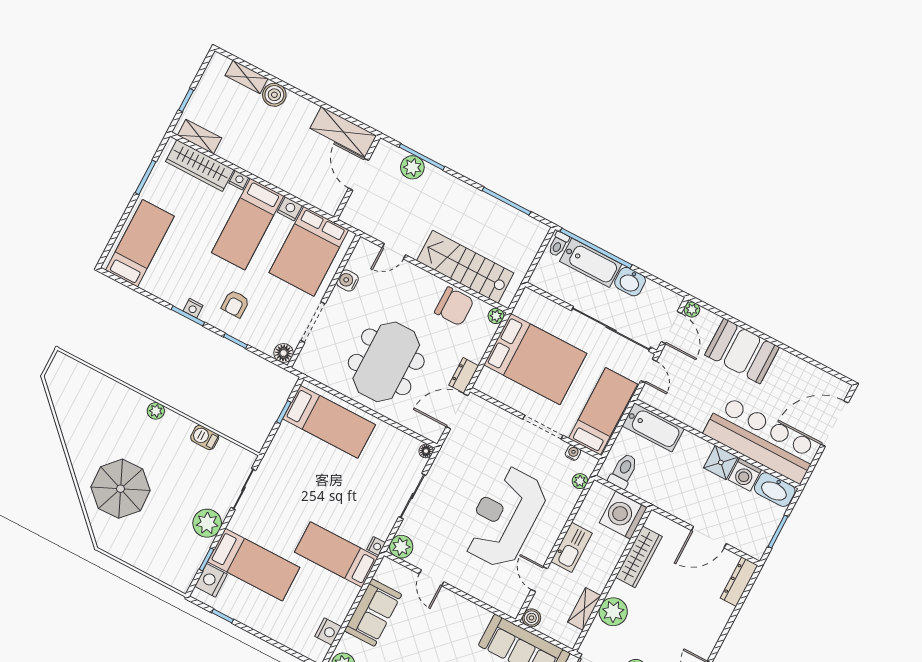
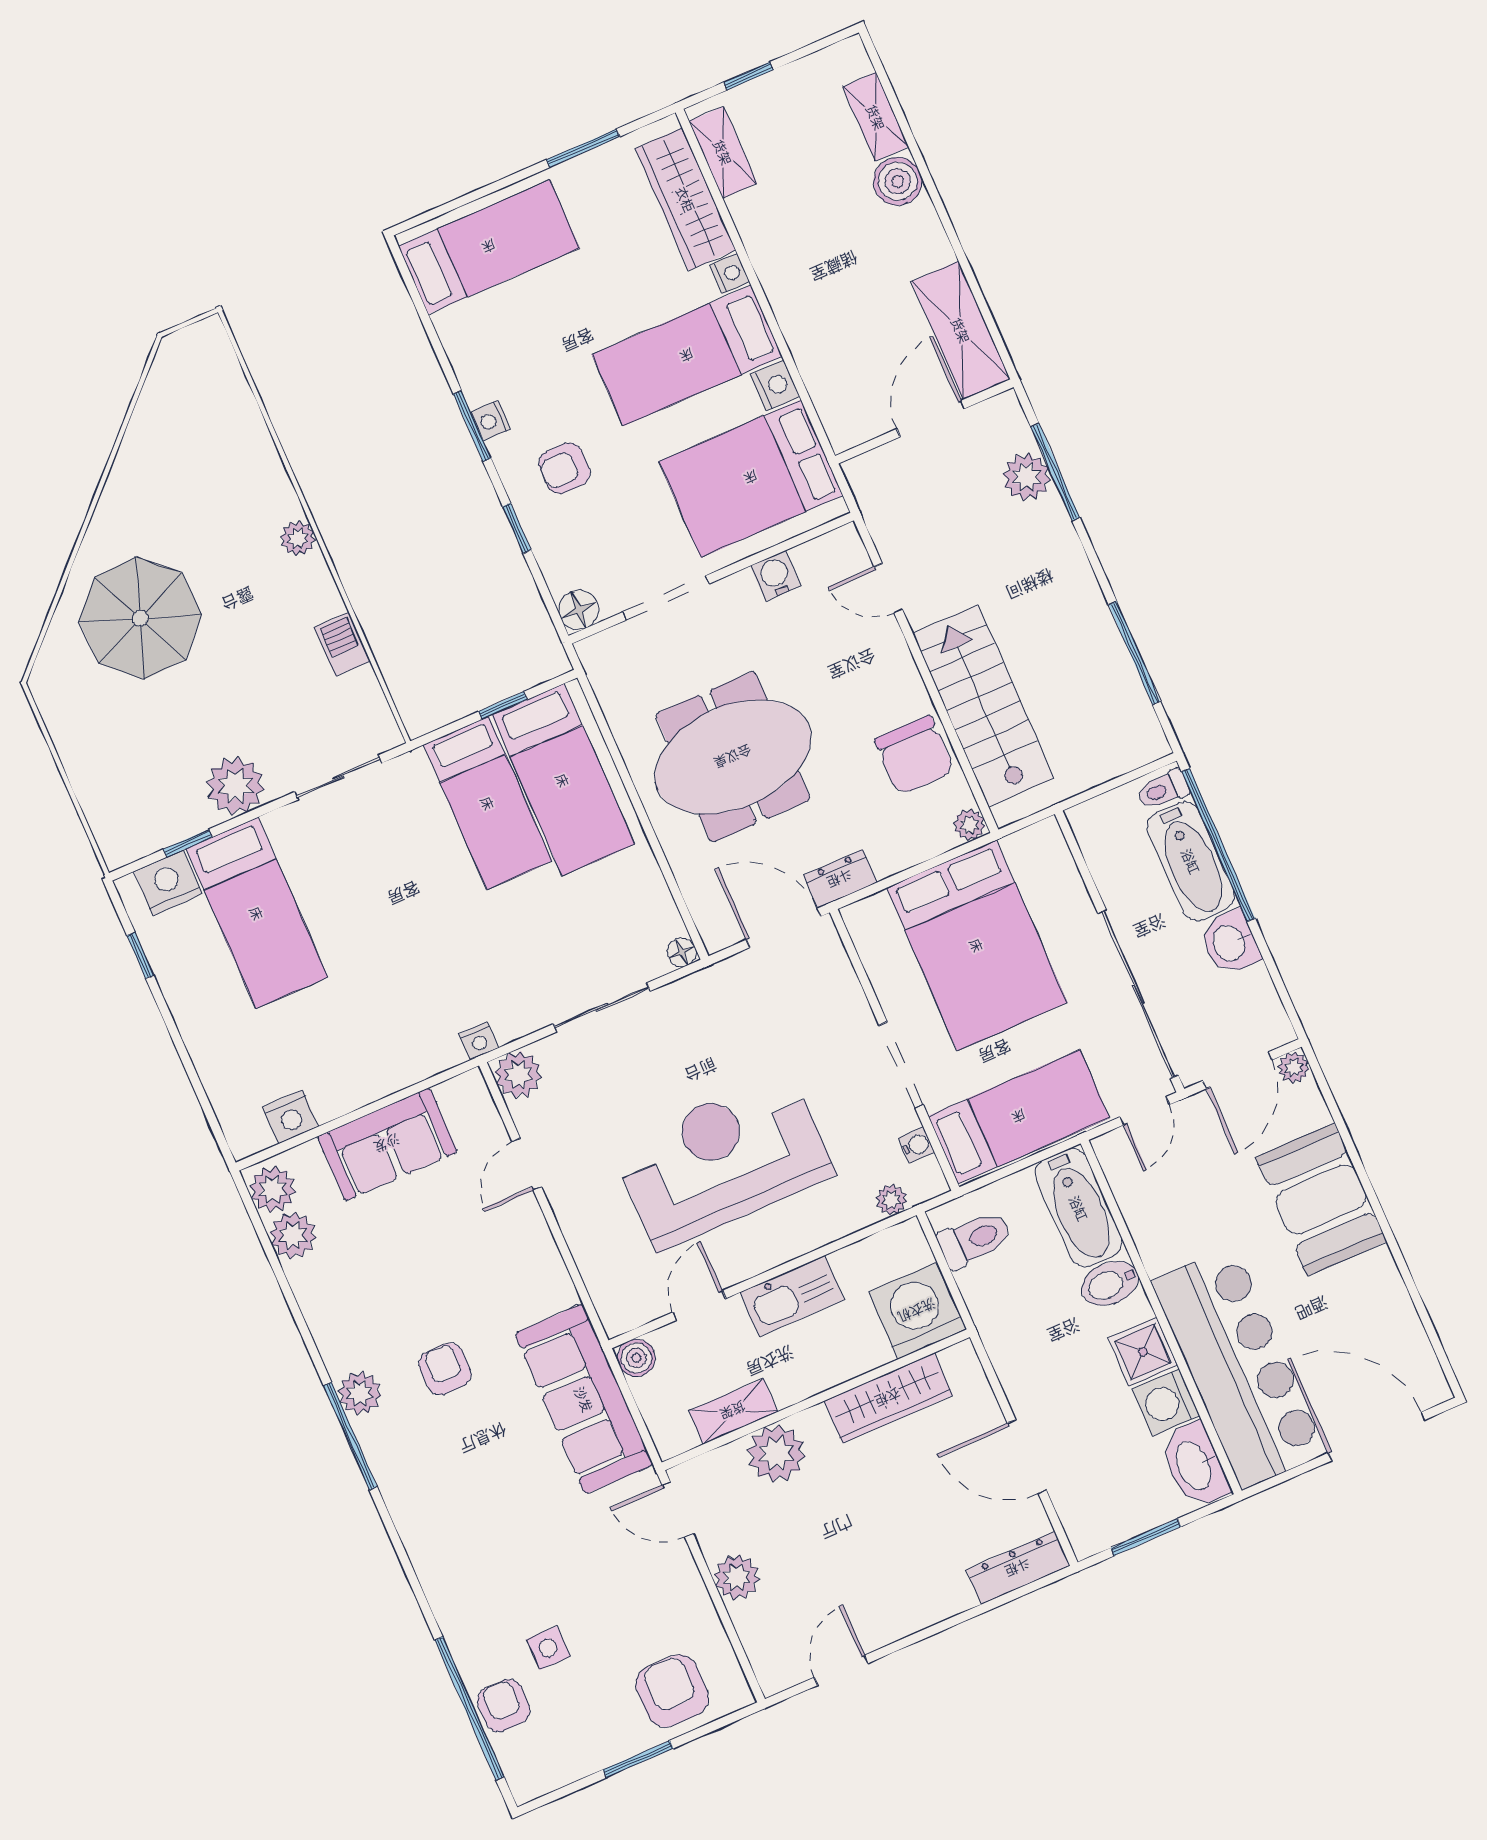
bidet: (688, 447) -> (1110, 1284), added
bed: (336, 555) -> (488, 803), moved, turned 180

